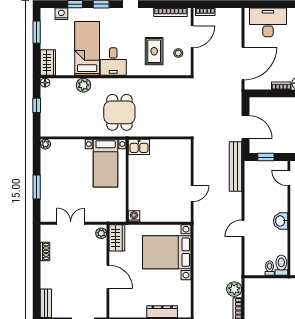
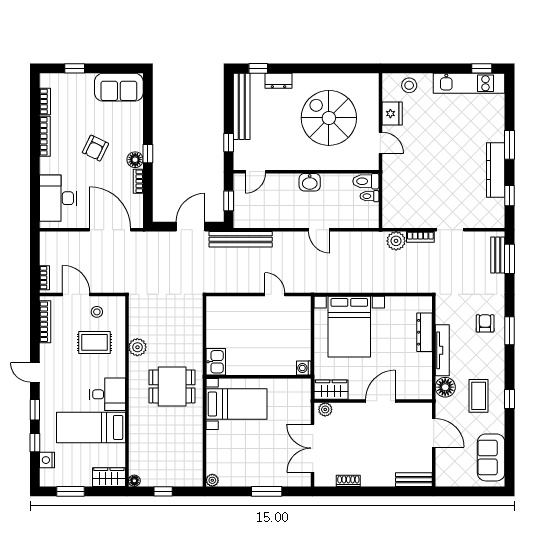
plant: (83, 85) -> (137, 347), moved
double door: (71, 223) -> (313, 448), width x1.37

